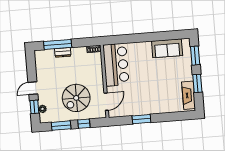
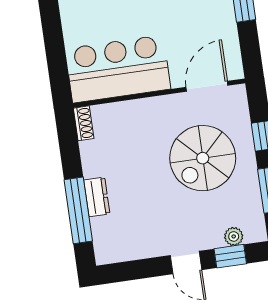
spiral stairs: (76, 98) -> (203, 158), turned 90
door: (106, 102) -> (207, 86), hinge flipped

